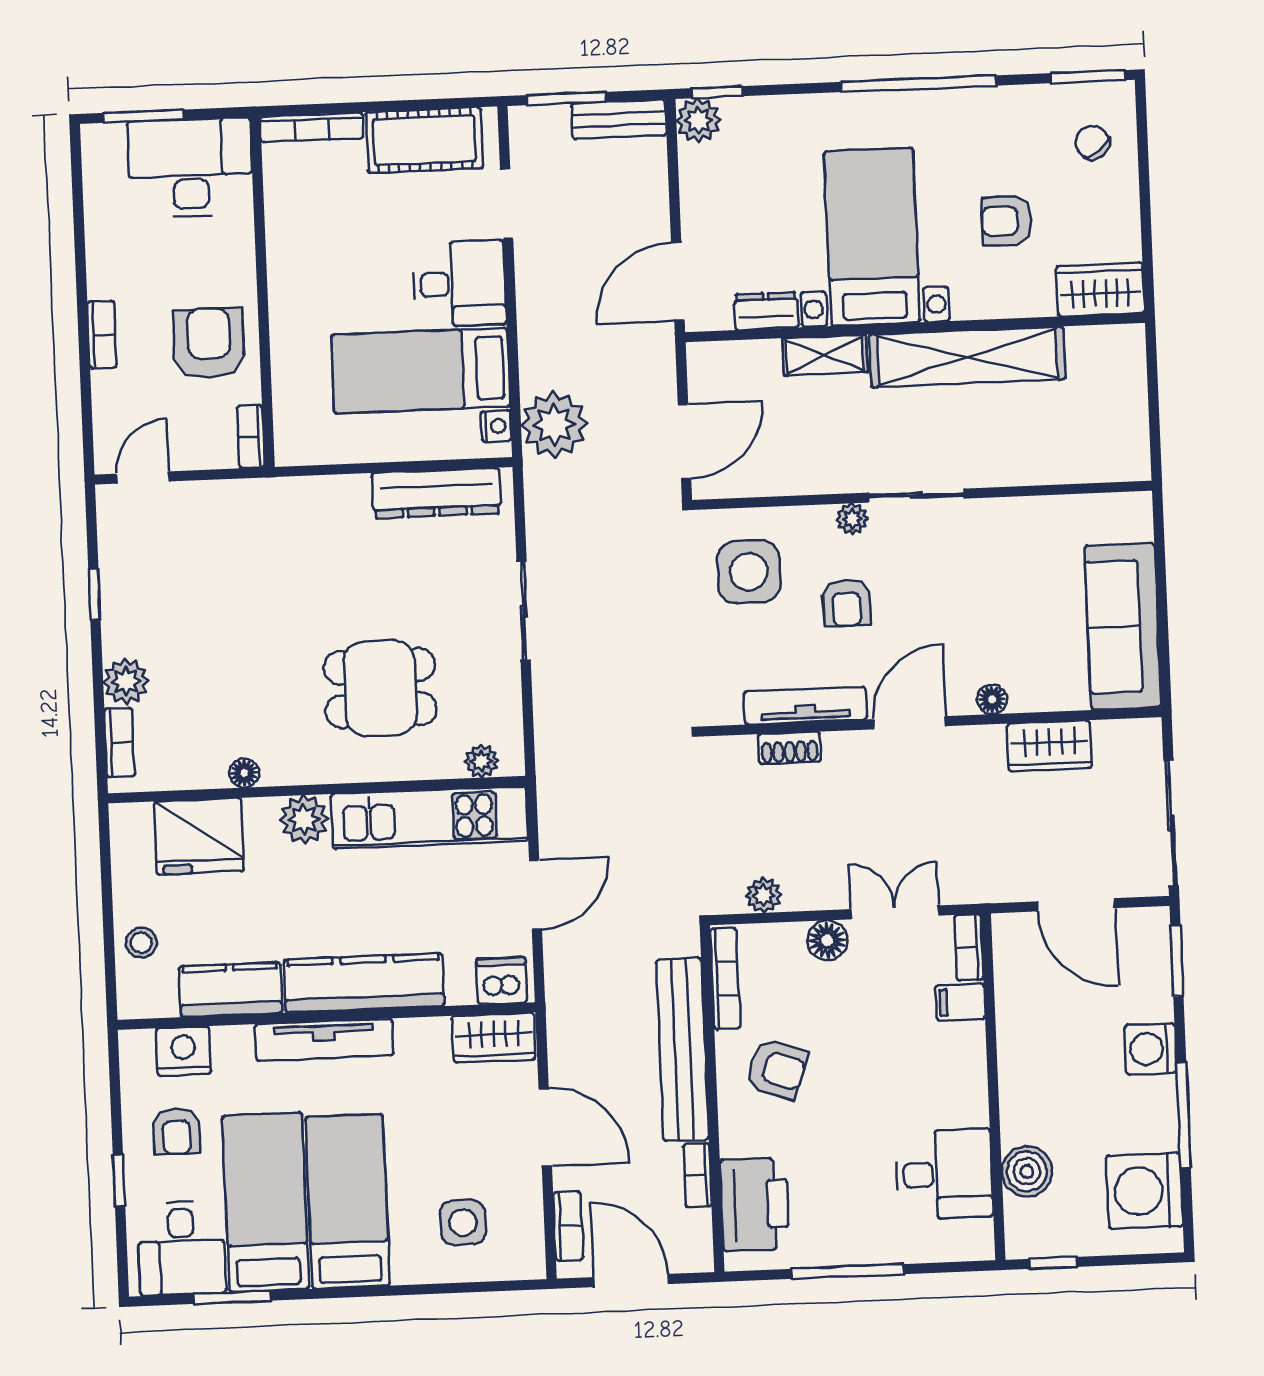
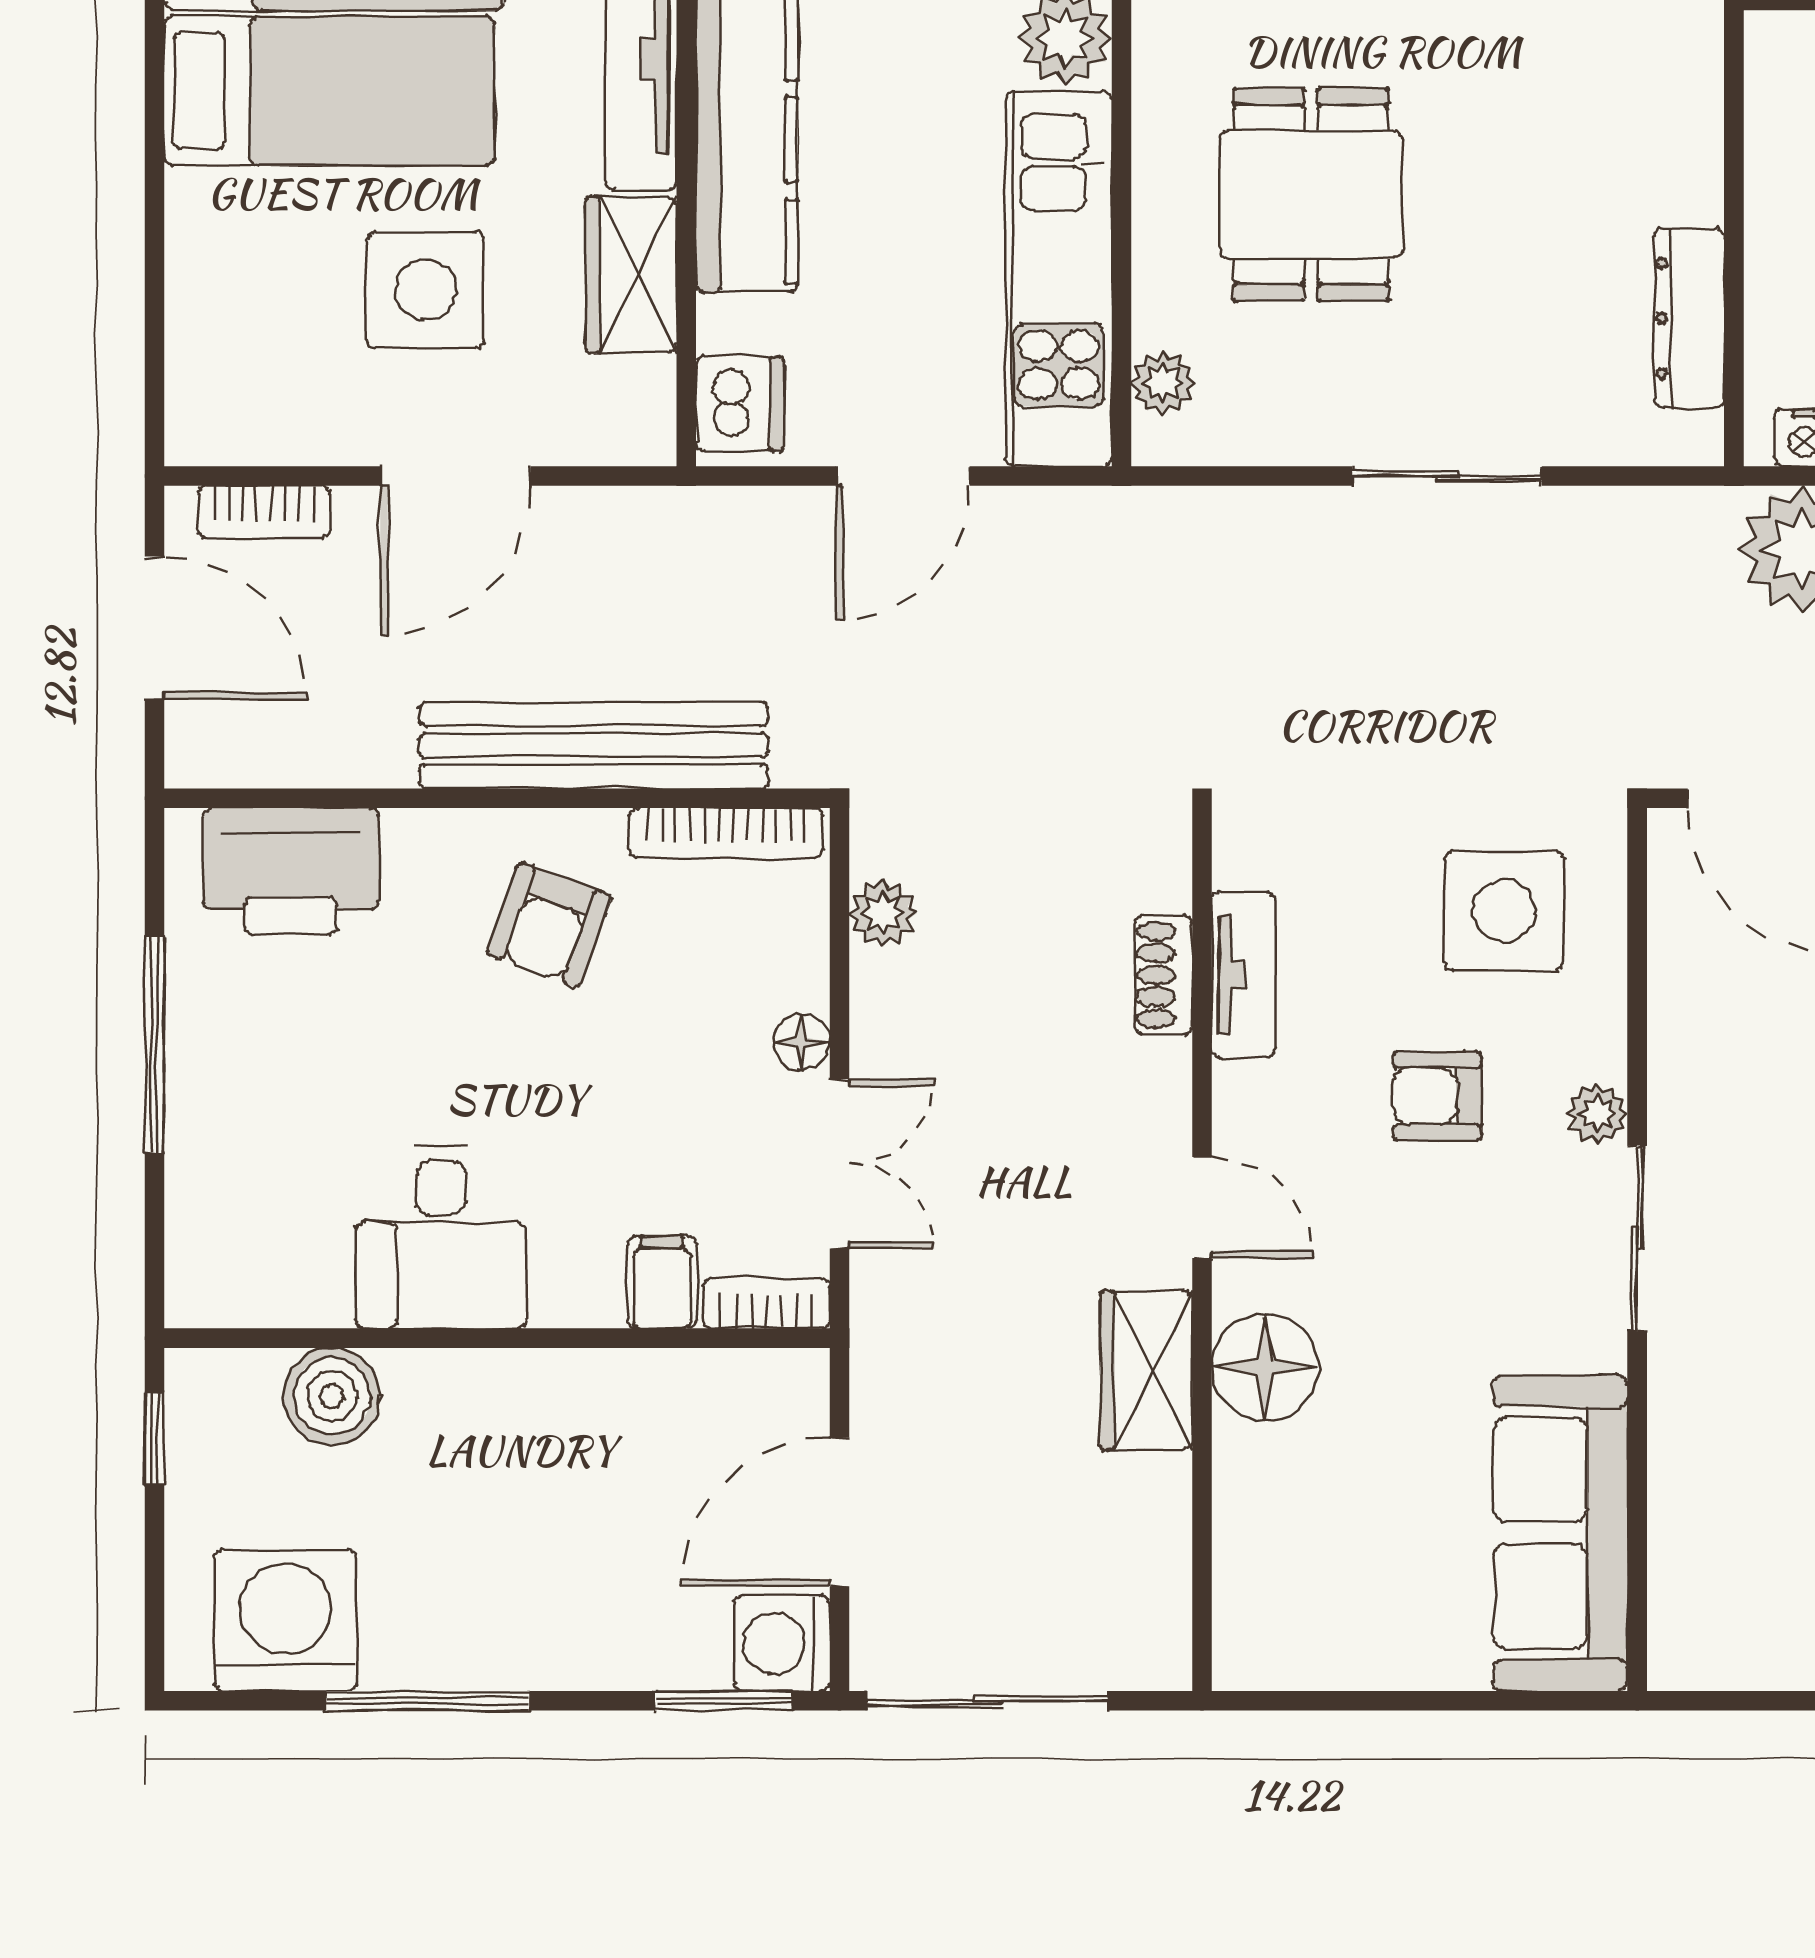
dresser: (436, 493) -> (1689, 318), width x0.73, depth x0.80
sofa: (1123, 626) -> (1560, 1533), moved, turned -90
floor lamp: (992, 699) -> (1265, 1367), width x1.89, depth x1.89
tv unit: (805, 706) -> (1243, 975), width x0.71
door: (910, 723) -> (1202, 1207), width x0.73
wardrobe: (1049, 746) -> (1146, 1370), moved
door: (535, 894) -> (903, 476), hinge flipped
floor lamp: (827, 940) -> (802, 1042), width x0.73, depth x0.73
wardrobe: (494, 1038) -> (631, 275), moved
washing machine: (1151, 1049) -> (782, 1643), moved, turned -90
desk: (944, 1174) -> (441, 1237), moved
bookcase: (697, 1175) -> (351, 764), removed
side table: (463, 1223) -> (426, 290), moved, width x1.37, depth x1.37
door: (631, 1281) -> (155, 628), hinge flipped

